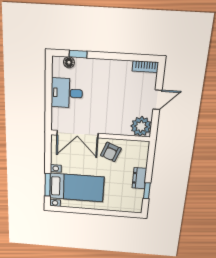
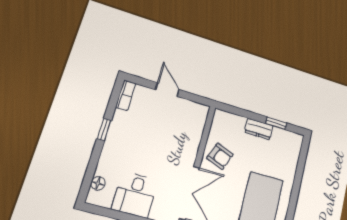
window: (78, 54) -> (104, 129), moved
plant: (141, 126) -> (195, 114), removed

